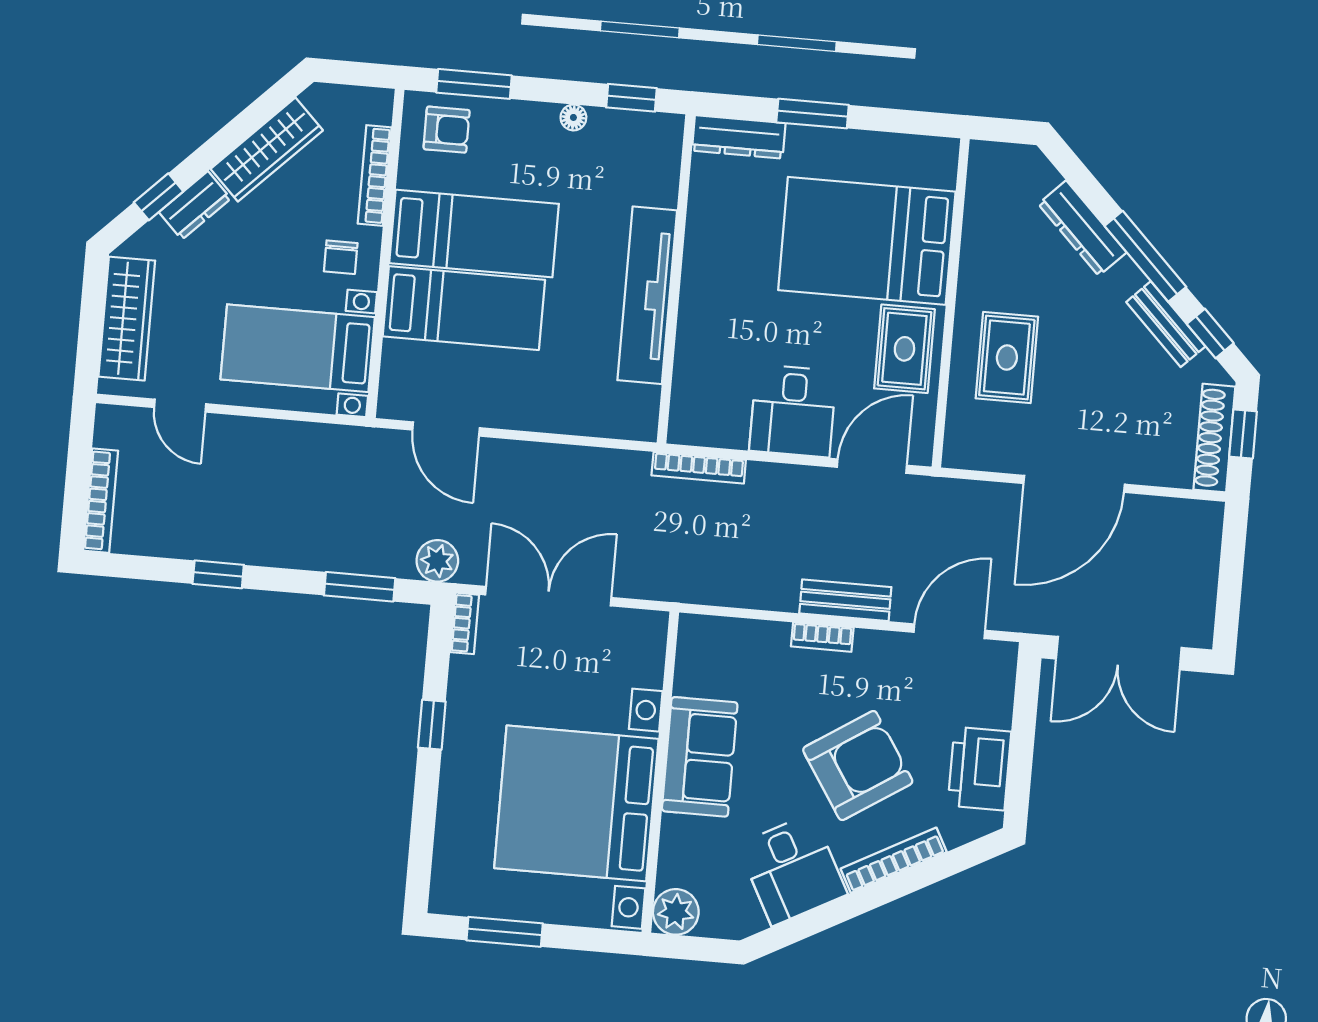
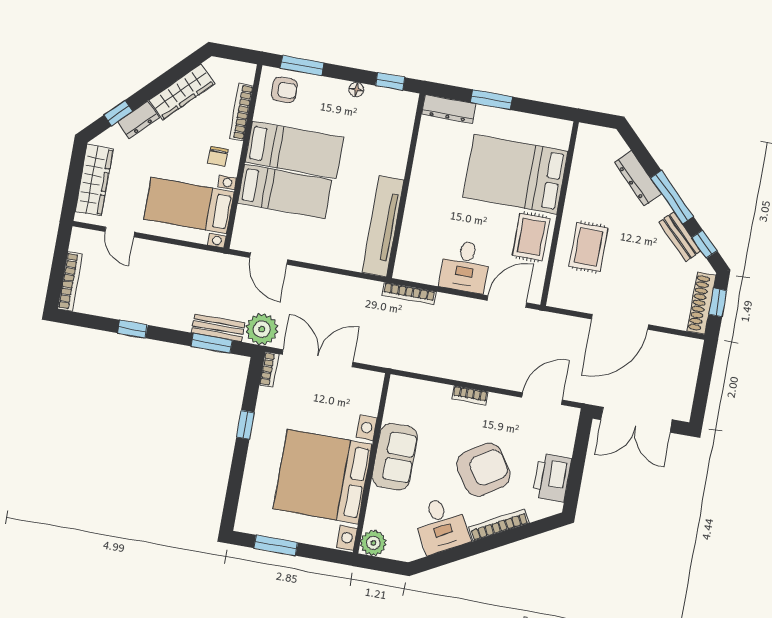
tv unit: (647, 295) -> (383, 226), moved
plant: (437, 561) -> (262, 329), width x1.36, depth x1.36
bench: (845, 600) -> (218, 328), moved

